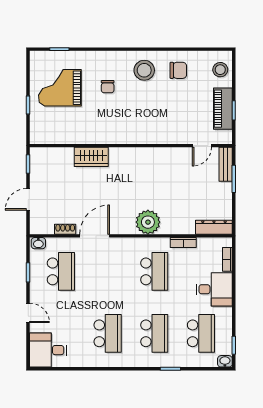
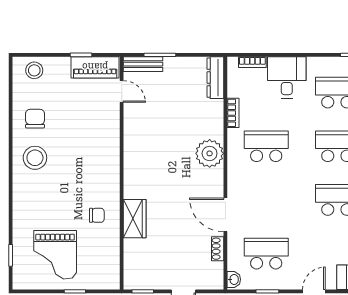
chair: (108, 87) -> (97, 215), moved
piano: (223, 109) -> (95, 67), moved

